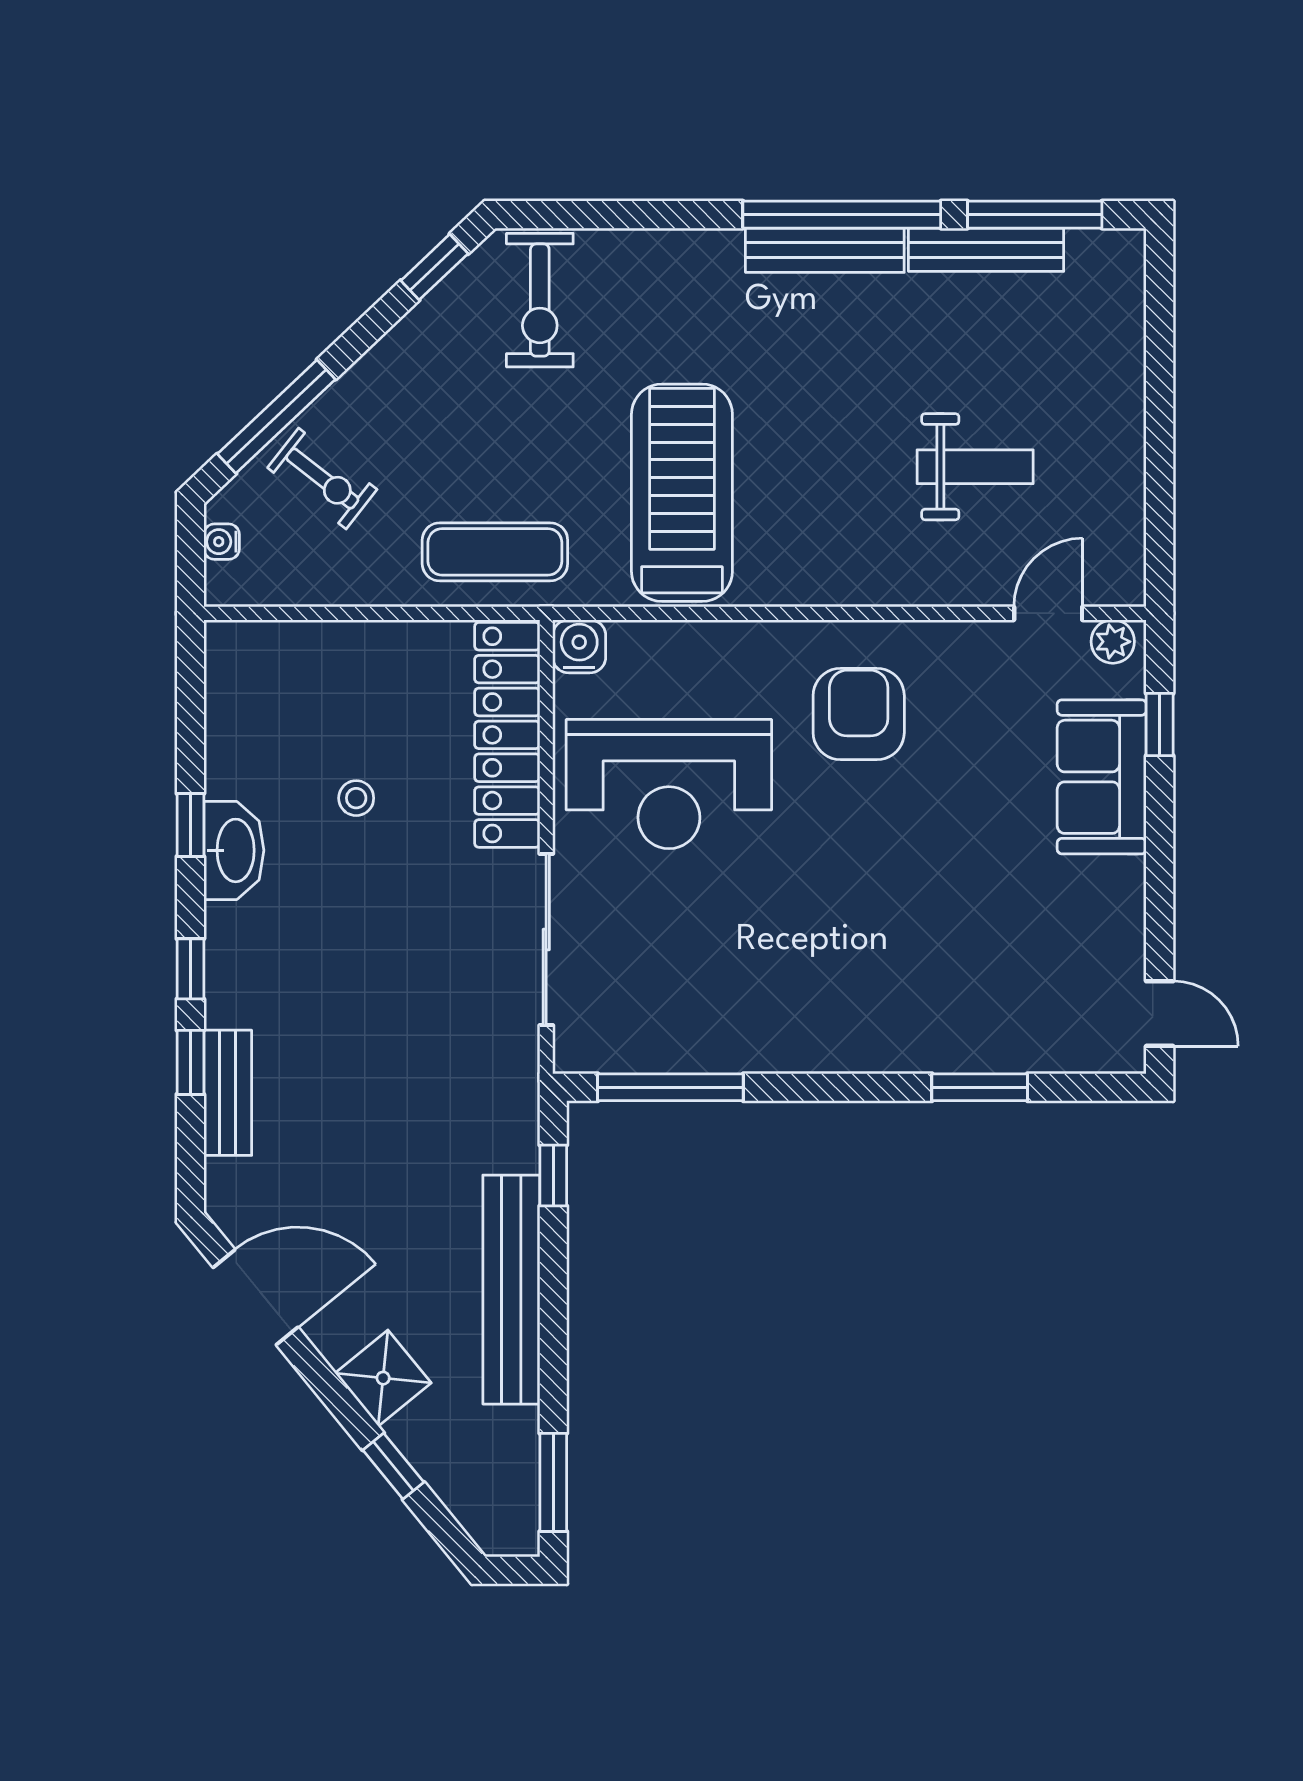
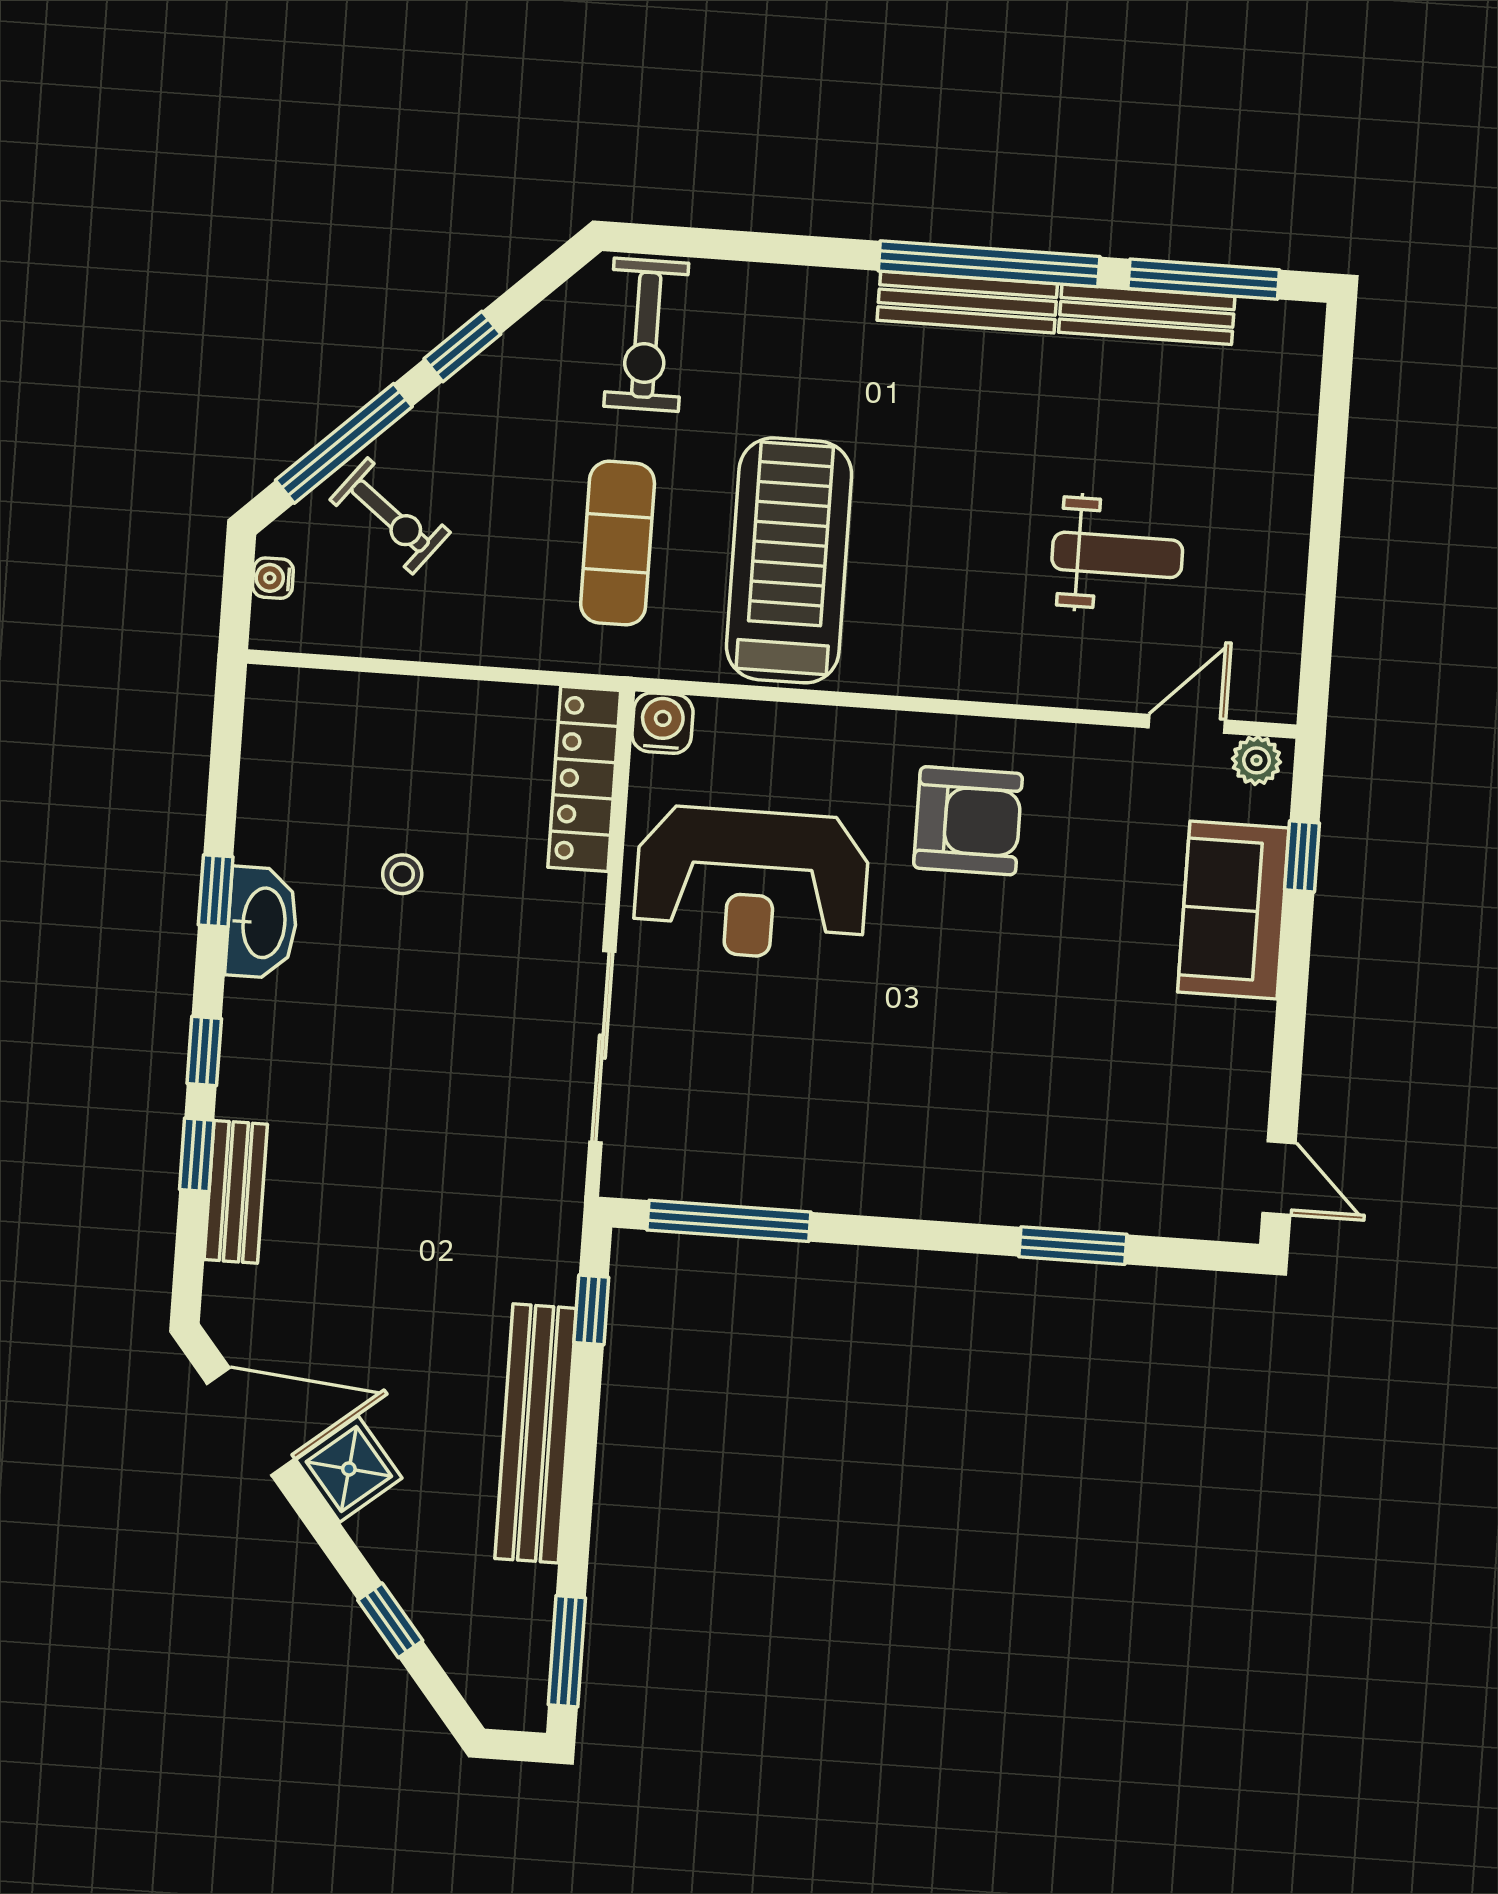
window: (434, 267) -> (462, 346), moved
exercise mat: (495, 552) -> (618, 543), moved, turned 90
armchair: (859, 714) -> (968, 821), turned 90
locker: (507, 735) -> (584, 779), width x0.71, depth x0.83
shower: (383, 1378) -> (349, 1469), moved

